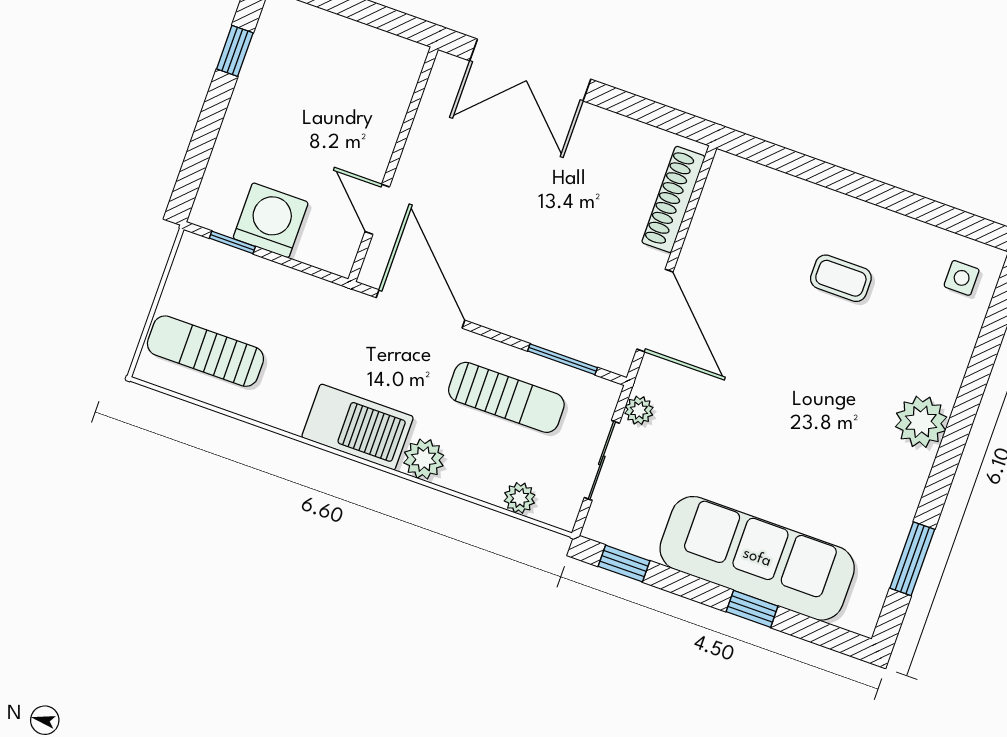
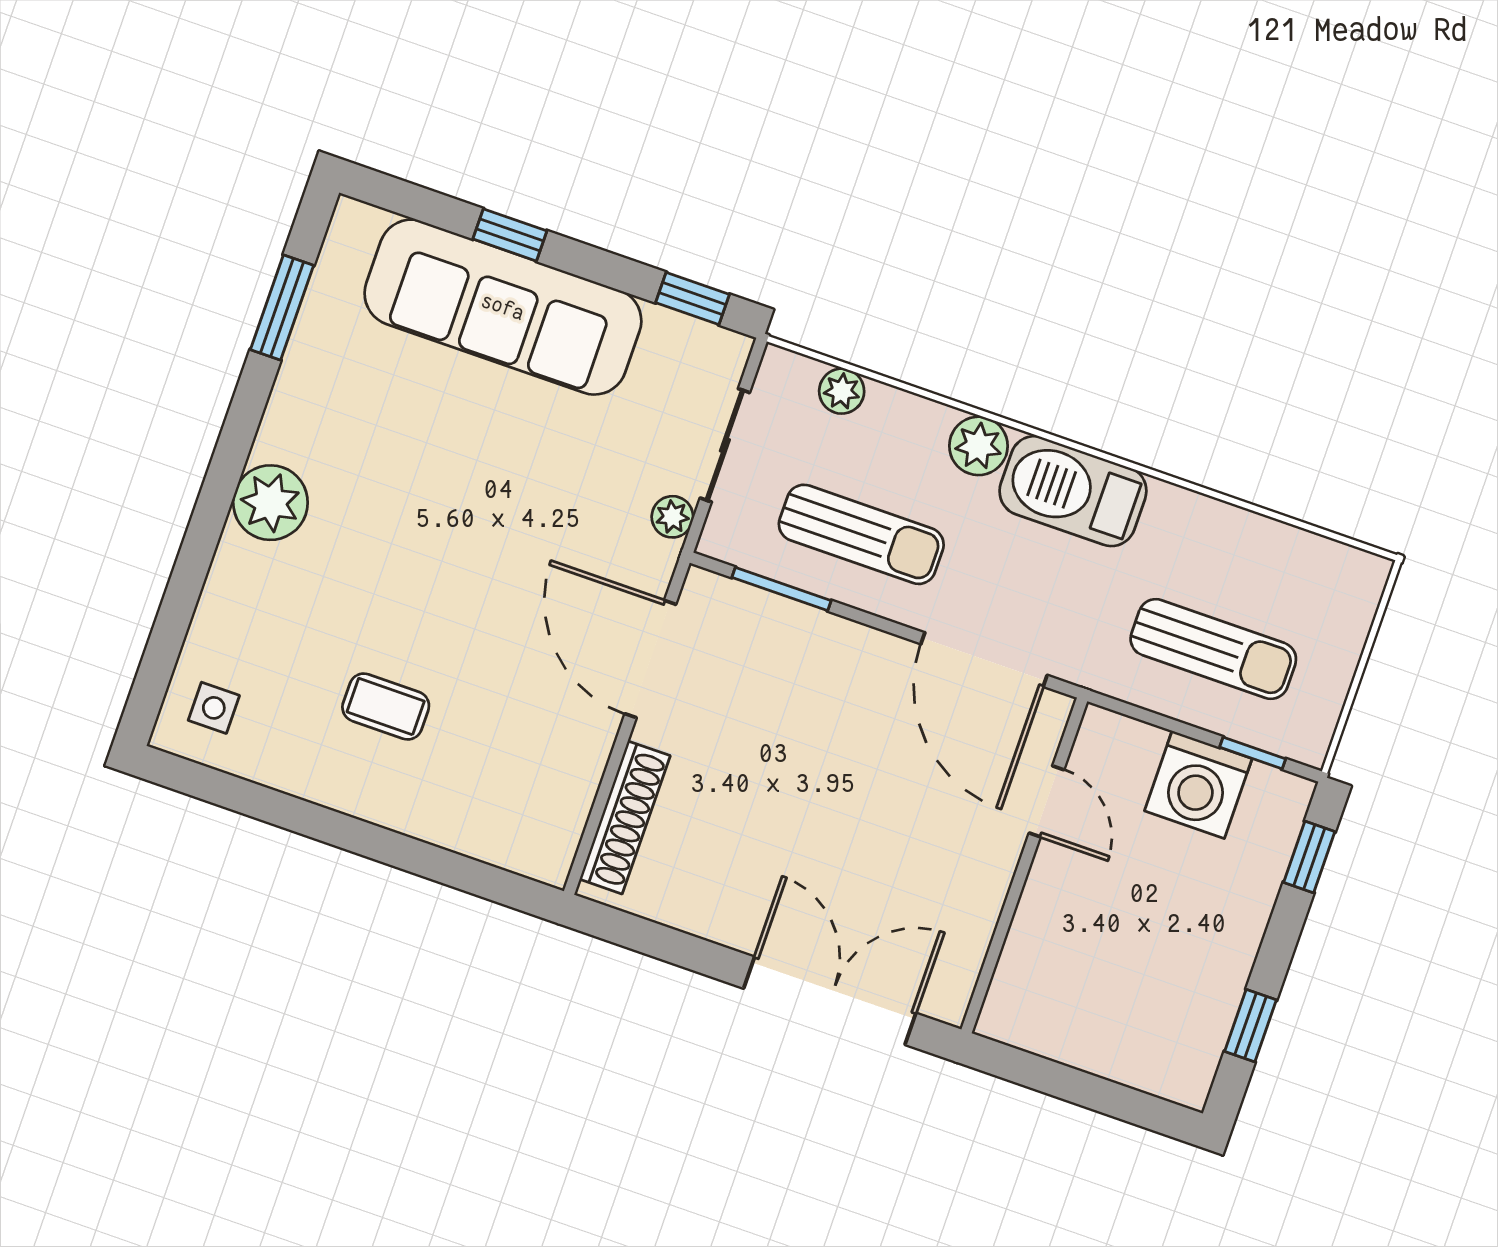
window: (193, 169) -> (1309, 857), added
sun lounger: (205, 351) -> (1213, 649), moved
sun lounger: (506, 397) -> (861, 534), turned 180

